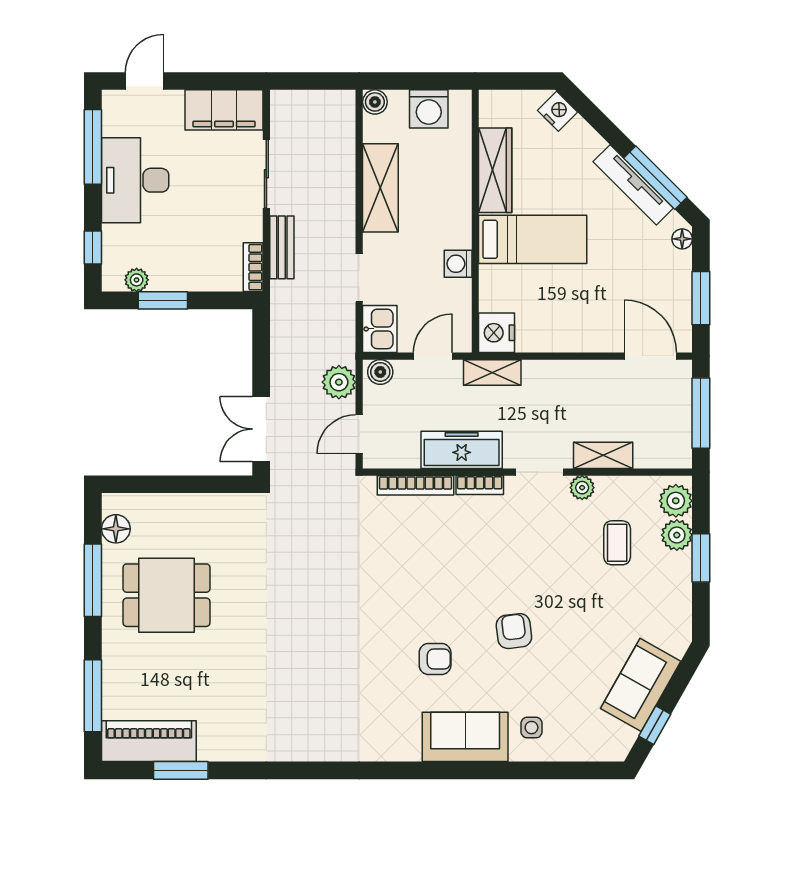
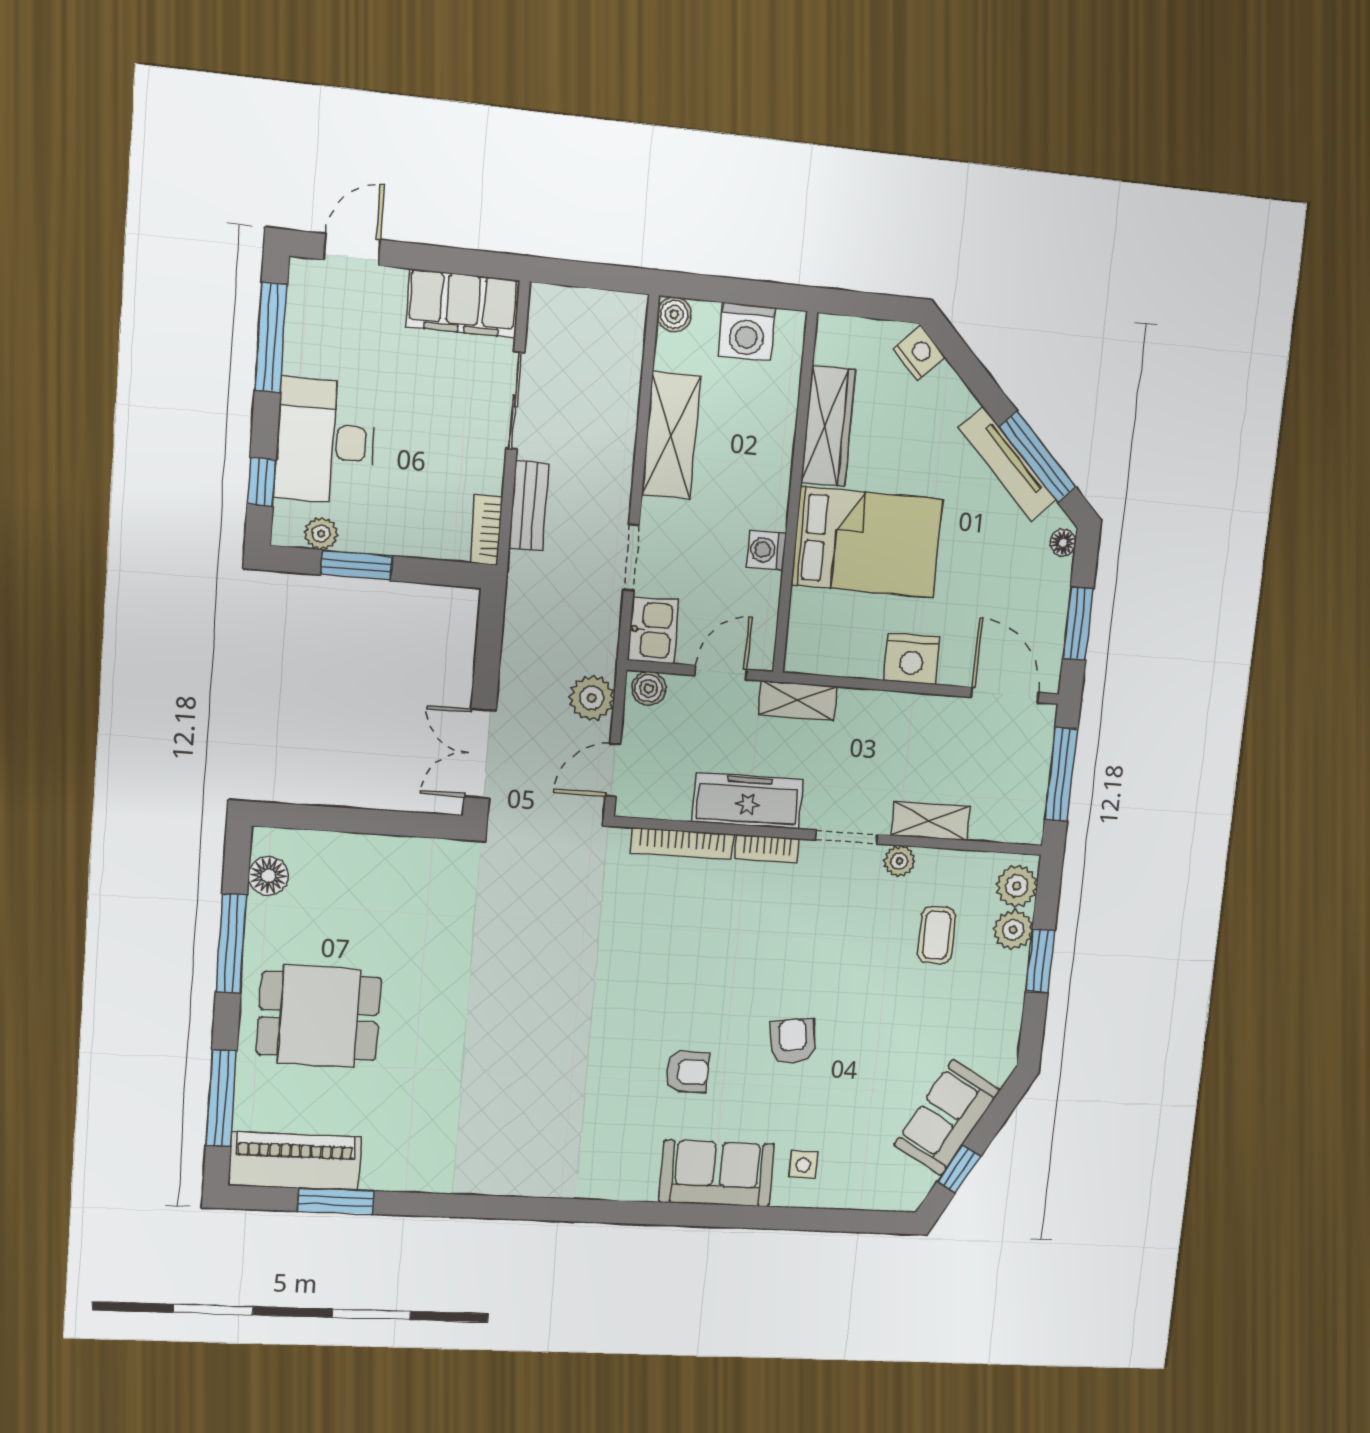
desk: (135, 180) -> (325, 441), moved
bed: (533, 239) -> (867, 542), width x1.50
nightstand: (497, 333) -> (912, 659), moved, turned -90
dining table: (167, 595) -> (319, 1016), moved

